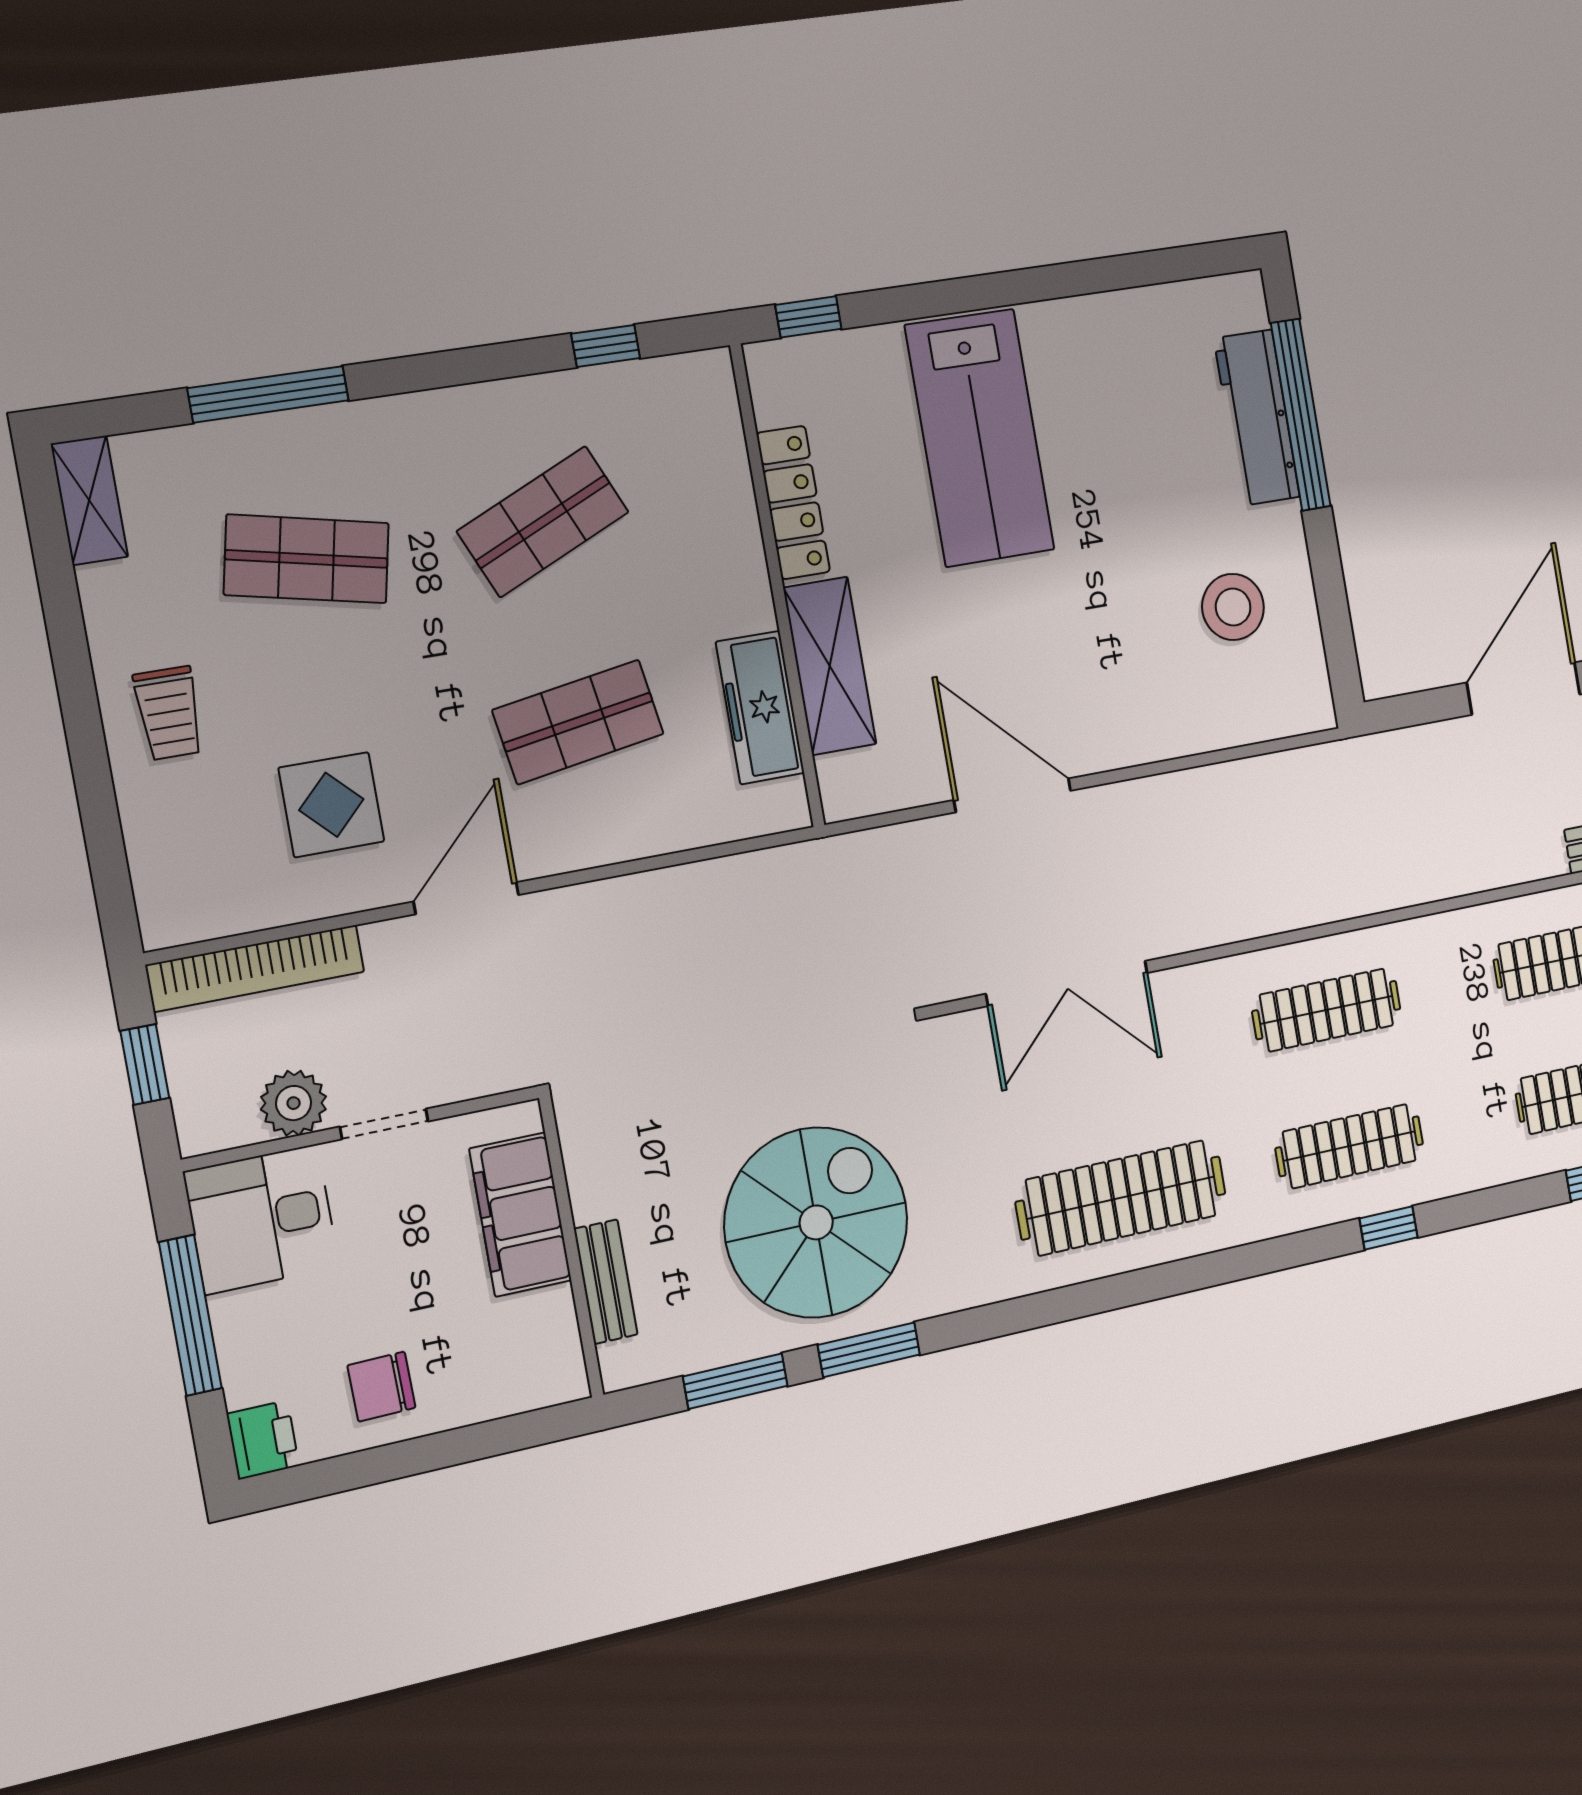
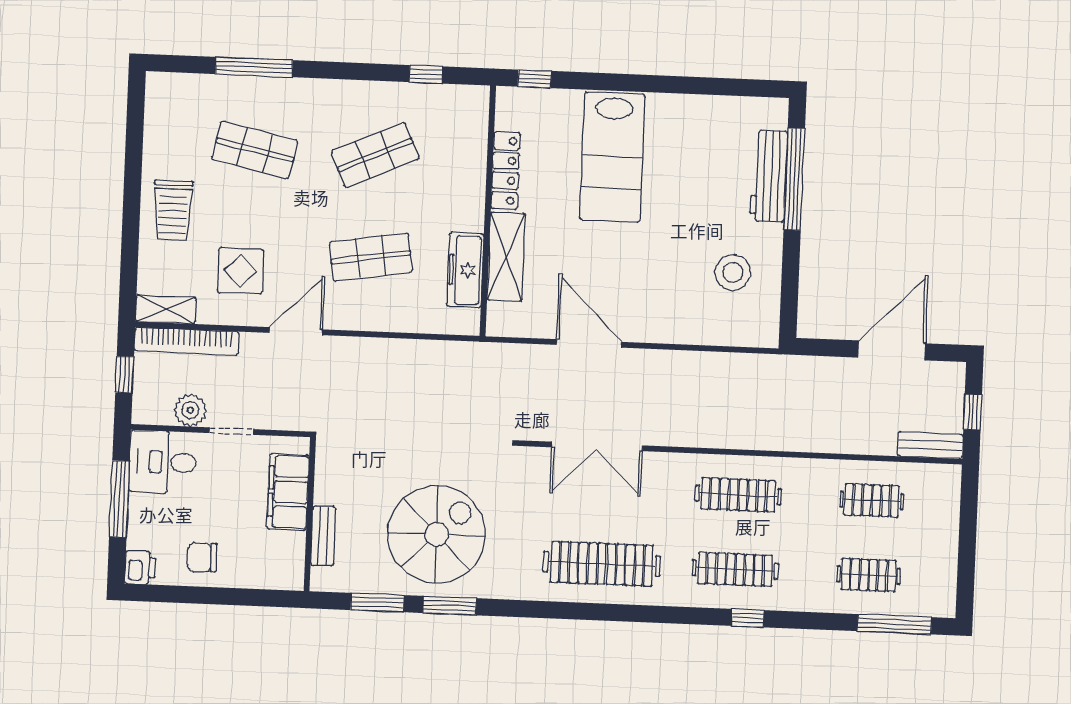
shelving: (89, 500) -> (166, 309), moved, turned 90
trolley: (169, 713) -> (173, 210), width x1.36, depth x1.39

